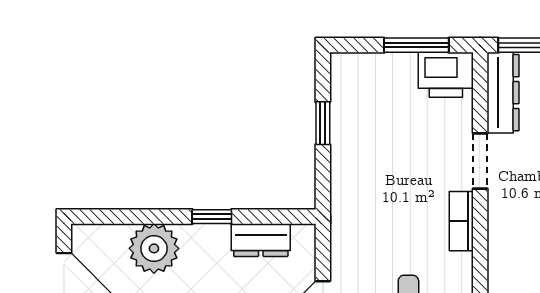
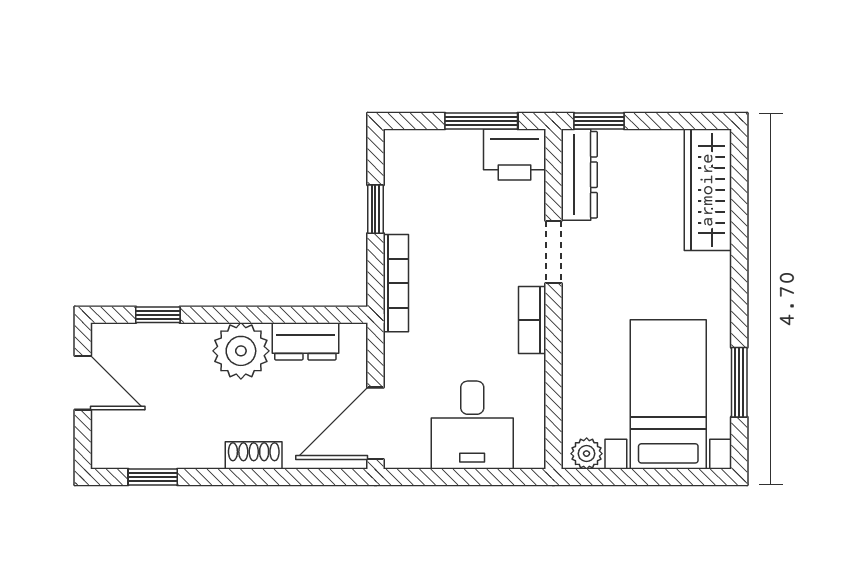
bookcase: (341, 189) -> (396, 283), added
window: (212, 217) -> (158, 315), moved
plant: (154, 248) -> (241, 351), moved

